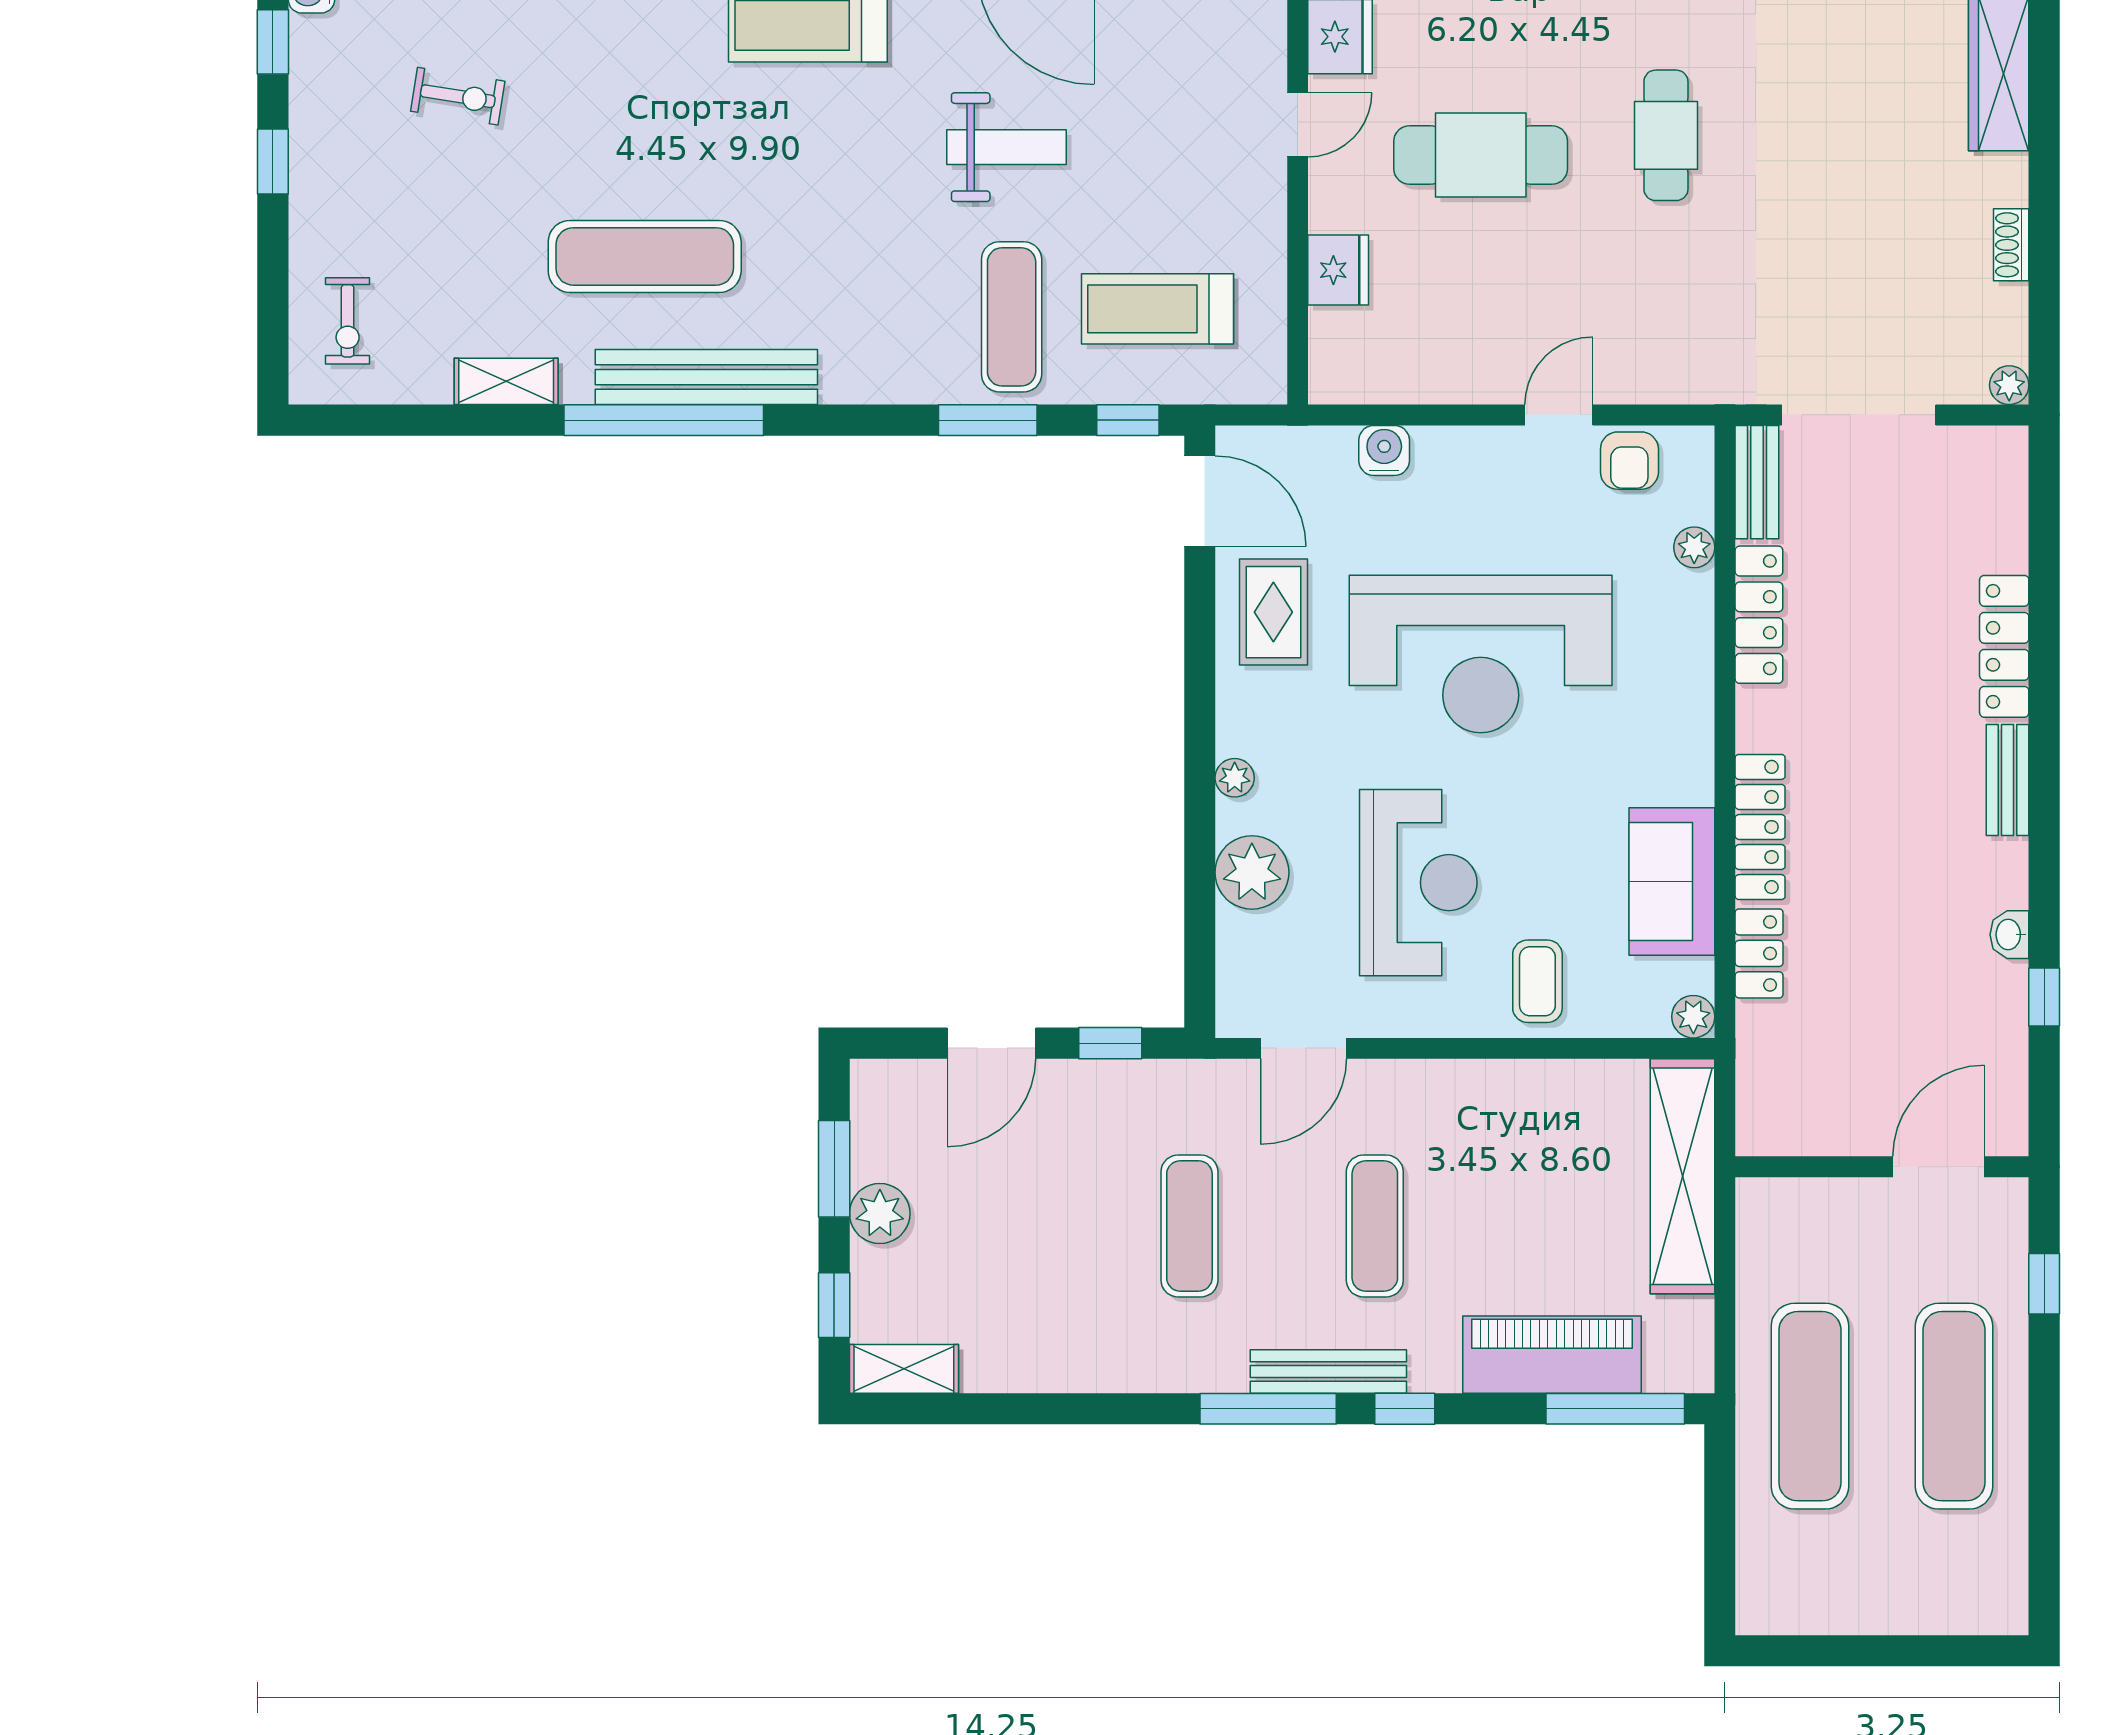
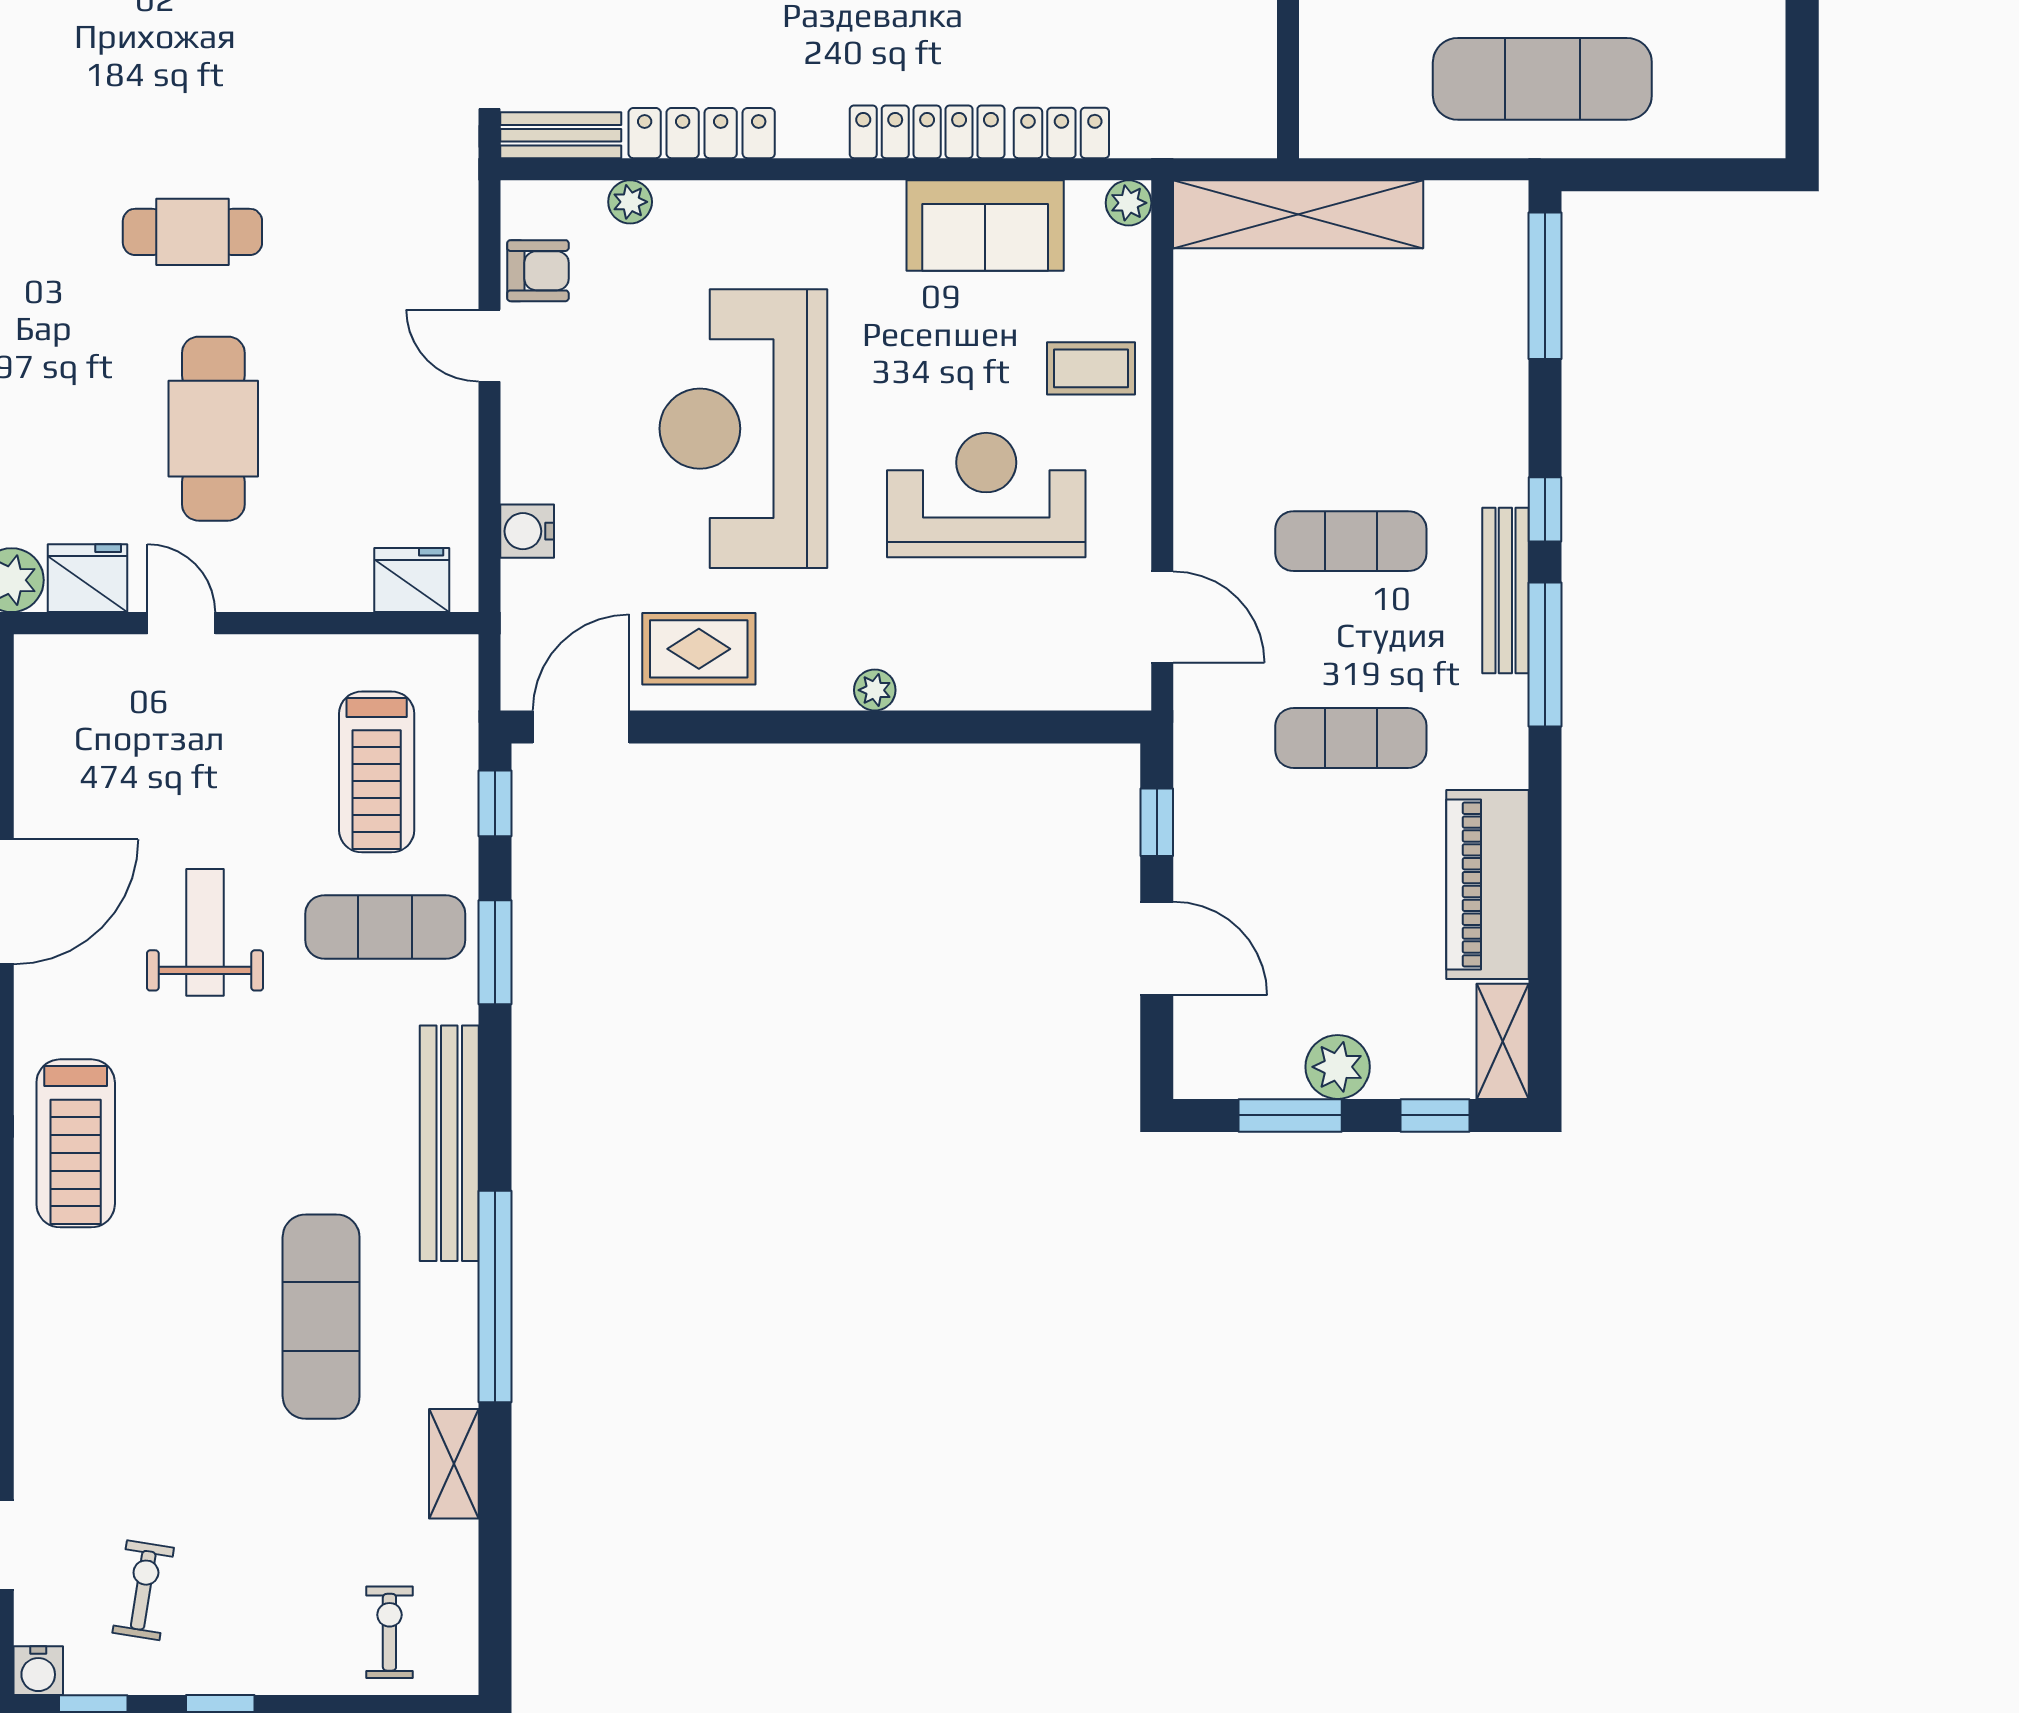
exercise bike: (458, 96) -> (143, 1590), moved
fridge: (1338, 270) -> (412, 580), moved
exercise bike: (348, 321) -> (389, 1632), turned -90
bench: (706, 377) -> (449, 1143), moved
reception desk: (1481, 654) -> (743, 429), turned 180
plant: (1252, 872) -> (975, 672), removed
piano: (1552, 1355) -> (1488, 885), moved

